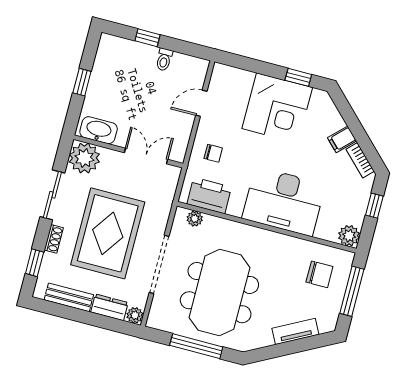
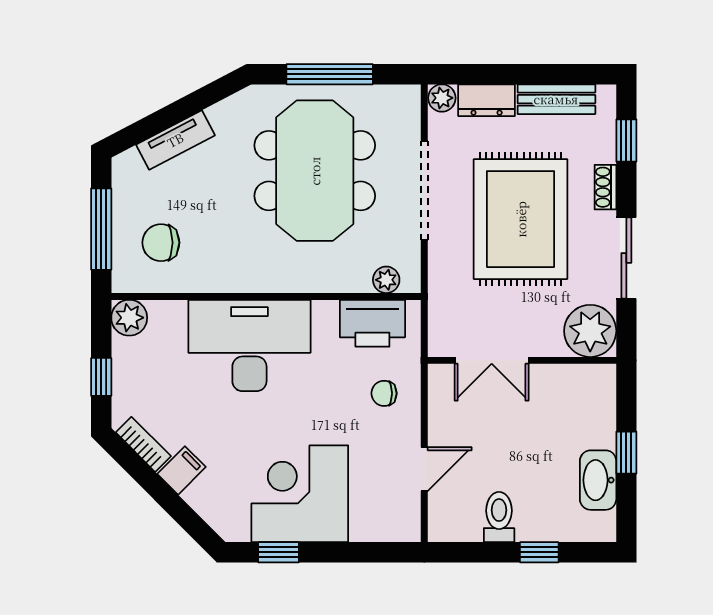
toilet: (164, 60) -> (499, 517), width x1.37, depth x1.39
washbasin: (99, 130) -> (598, 480), moved, turned 90

